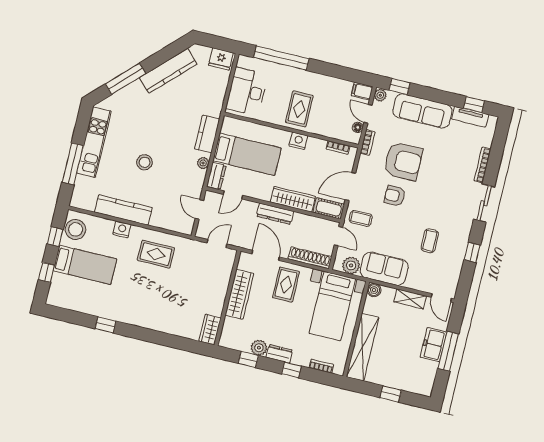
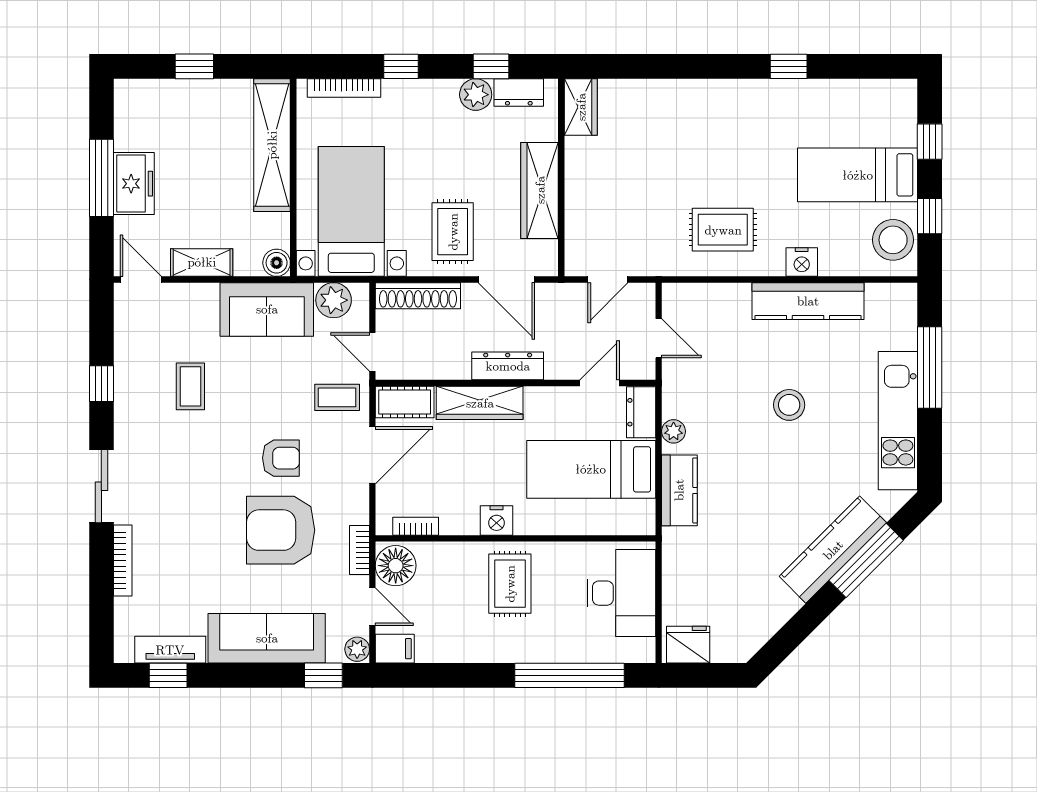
kitchen counter: (168, 71) -> (833, 550), moved
floor lamp: (358, 127) -> (396, 566), width x1.89, depth x1.89
dresser: (279, 354) -> (519, 92), moved
bookcase: (321, 366) -> (344, 88), width x1.56

